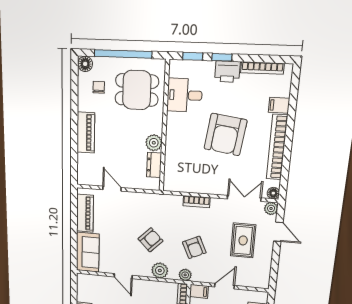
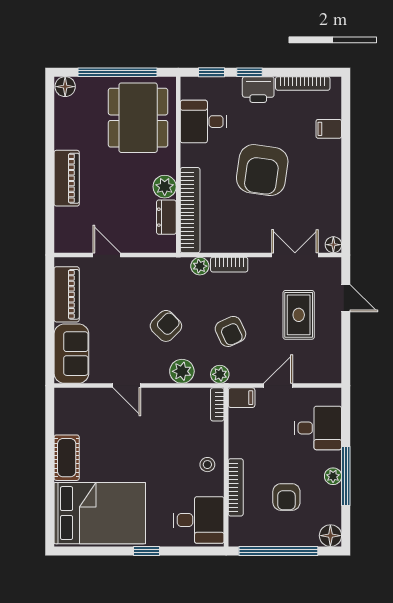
chair: (99, 87) -> (85, 116), removed
dining table: (137, 90) -> (138, 118), width x1.38
bookcase: (277, 147) -> (190, 210), moved, turned 180
plant: (271, 208) -> (200, 266), moved

